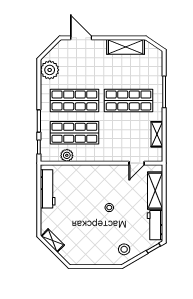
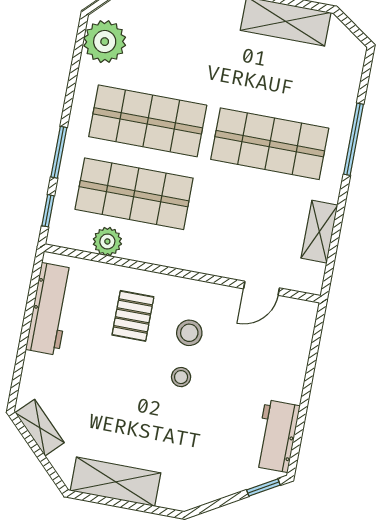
pallet: (84, 185) -> (133, 316), added
shelving: (155, 191) -> (116, 482), moved, turned 90
stool: (124, 249) -> (189, 333), moved

